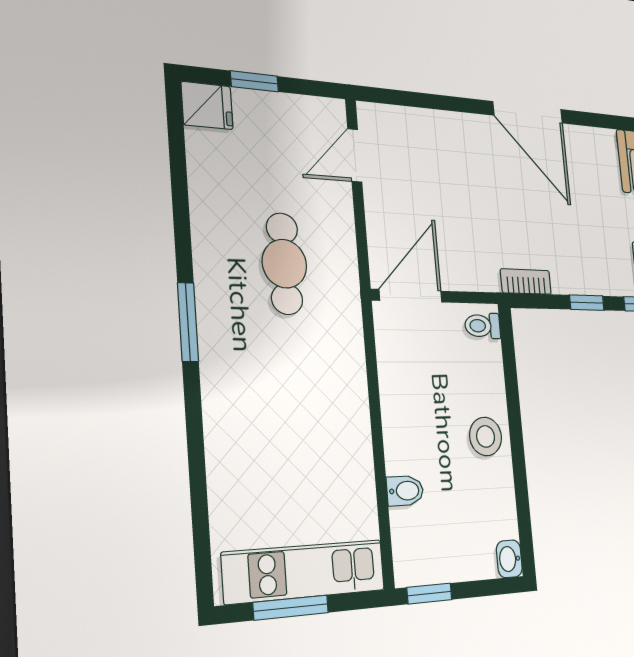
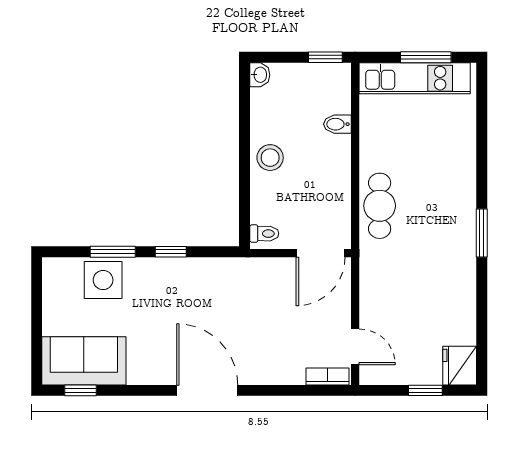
fridge: (207, 106) -> (460, 366), width x1.38
door: (355, 155) -> (355, 347), hinge flipped
cafe table: (284, 264) -> (380, 206), moved
bookcase: (526, 282) -> (327, 376), moved, turned 180

